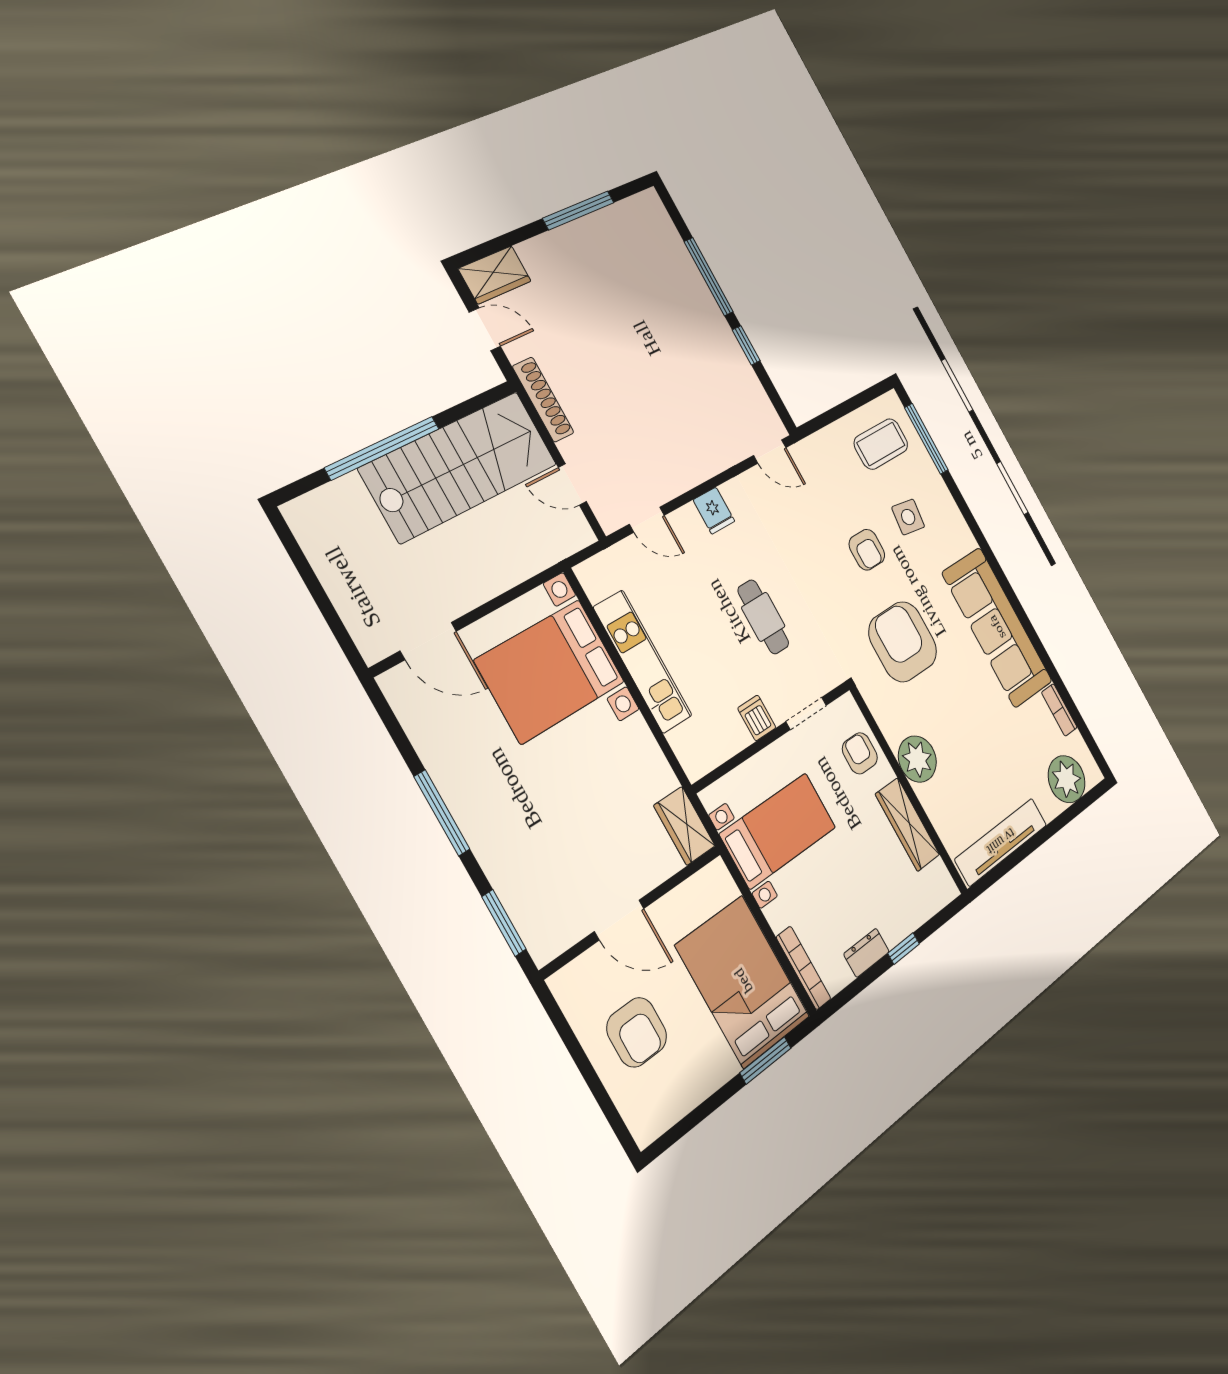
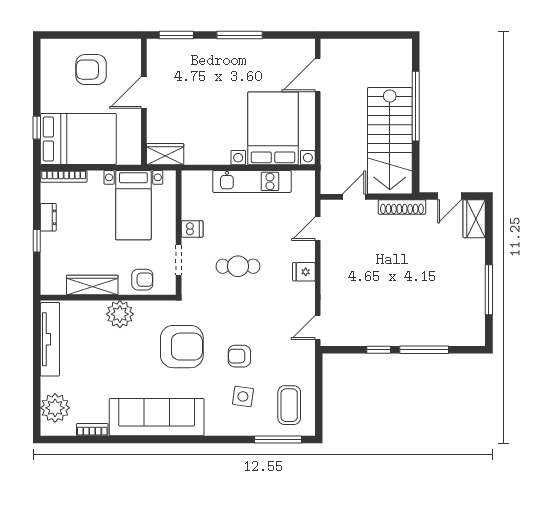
window: (765, 1060) -> (37, 128), width x0.67

